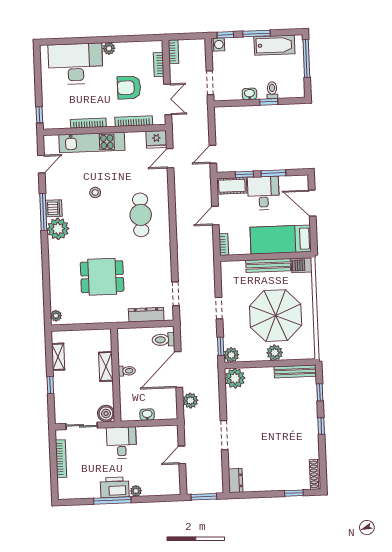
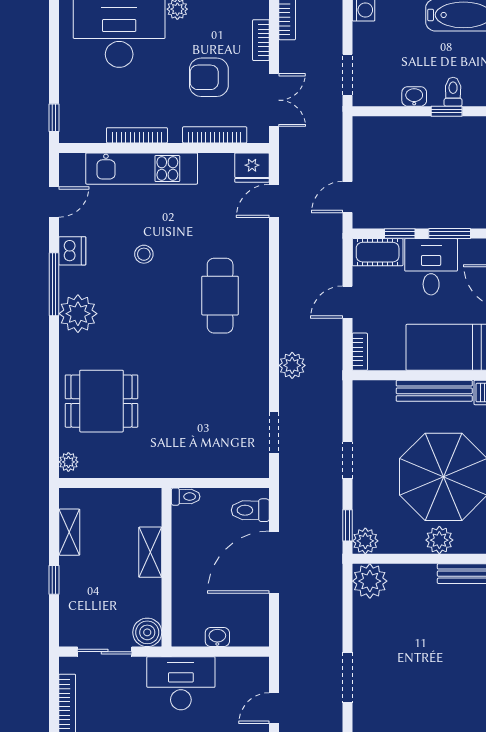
dishwasher: (54, 208) -> (72, 251), moved
dining table: (102, 277) -> (101, 401), moved
dresser: (146, 315) -> (223, 466), removed
toilet: (127, 371) -> (186, 497), moved
plant: (190, 401) -> (292, 365), moved
desk: (121, 443) -> (181, 683), width x1.37

